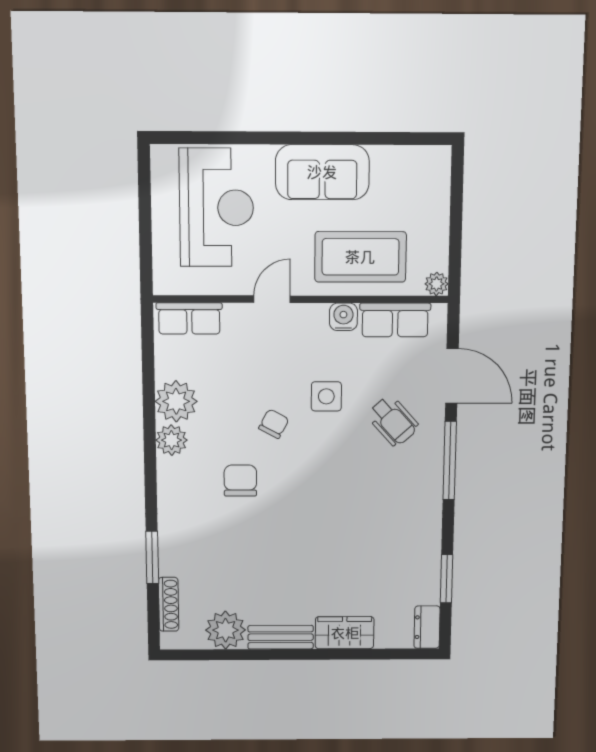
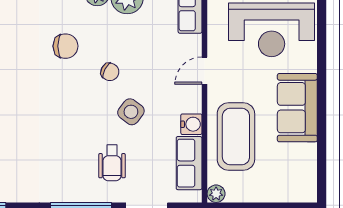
door: (272, 299) -> (205, 71), swing flipped
side table: (326, 396) -> (131, 112), turned 37
wheelchair: (393, 421) -> (112, 163), turned -48

